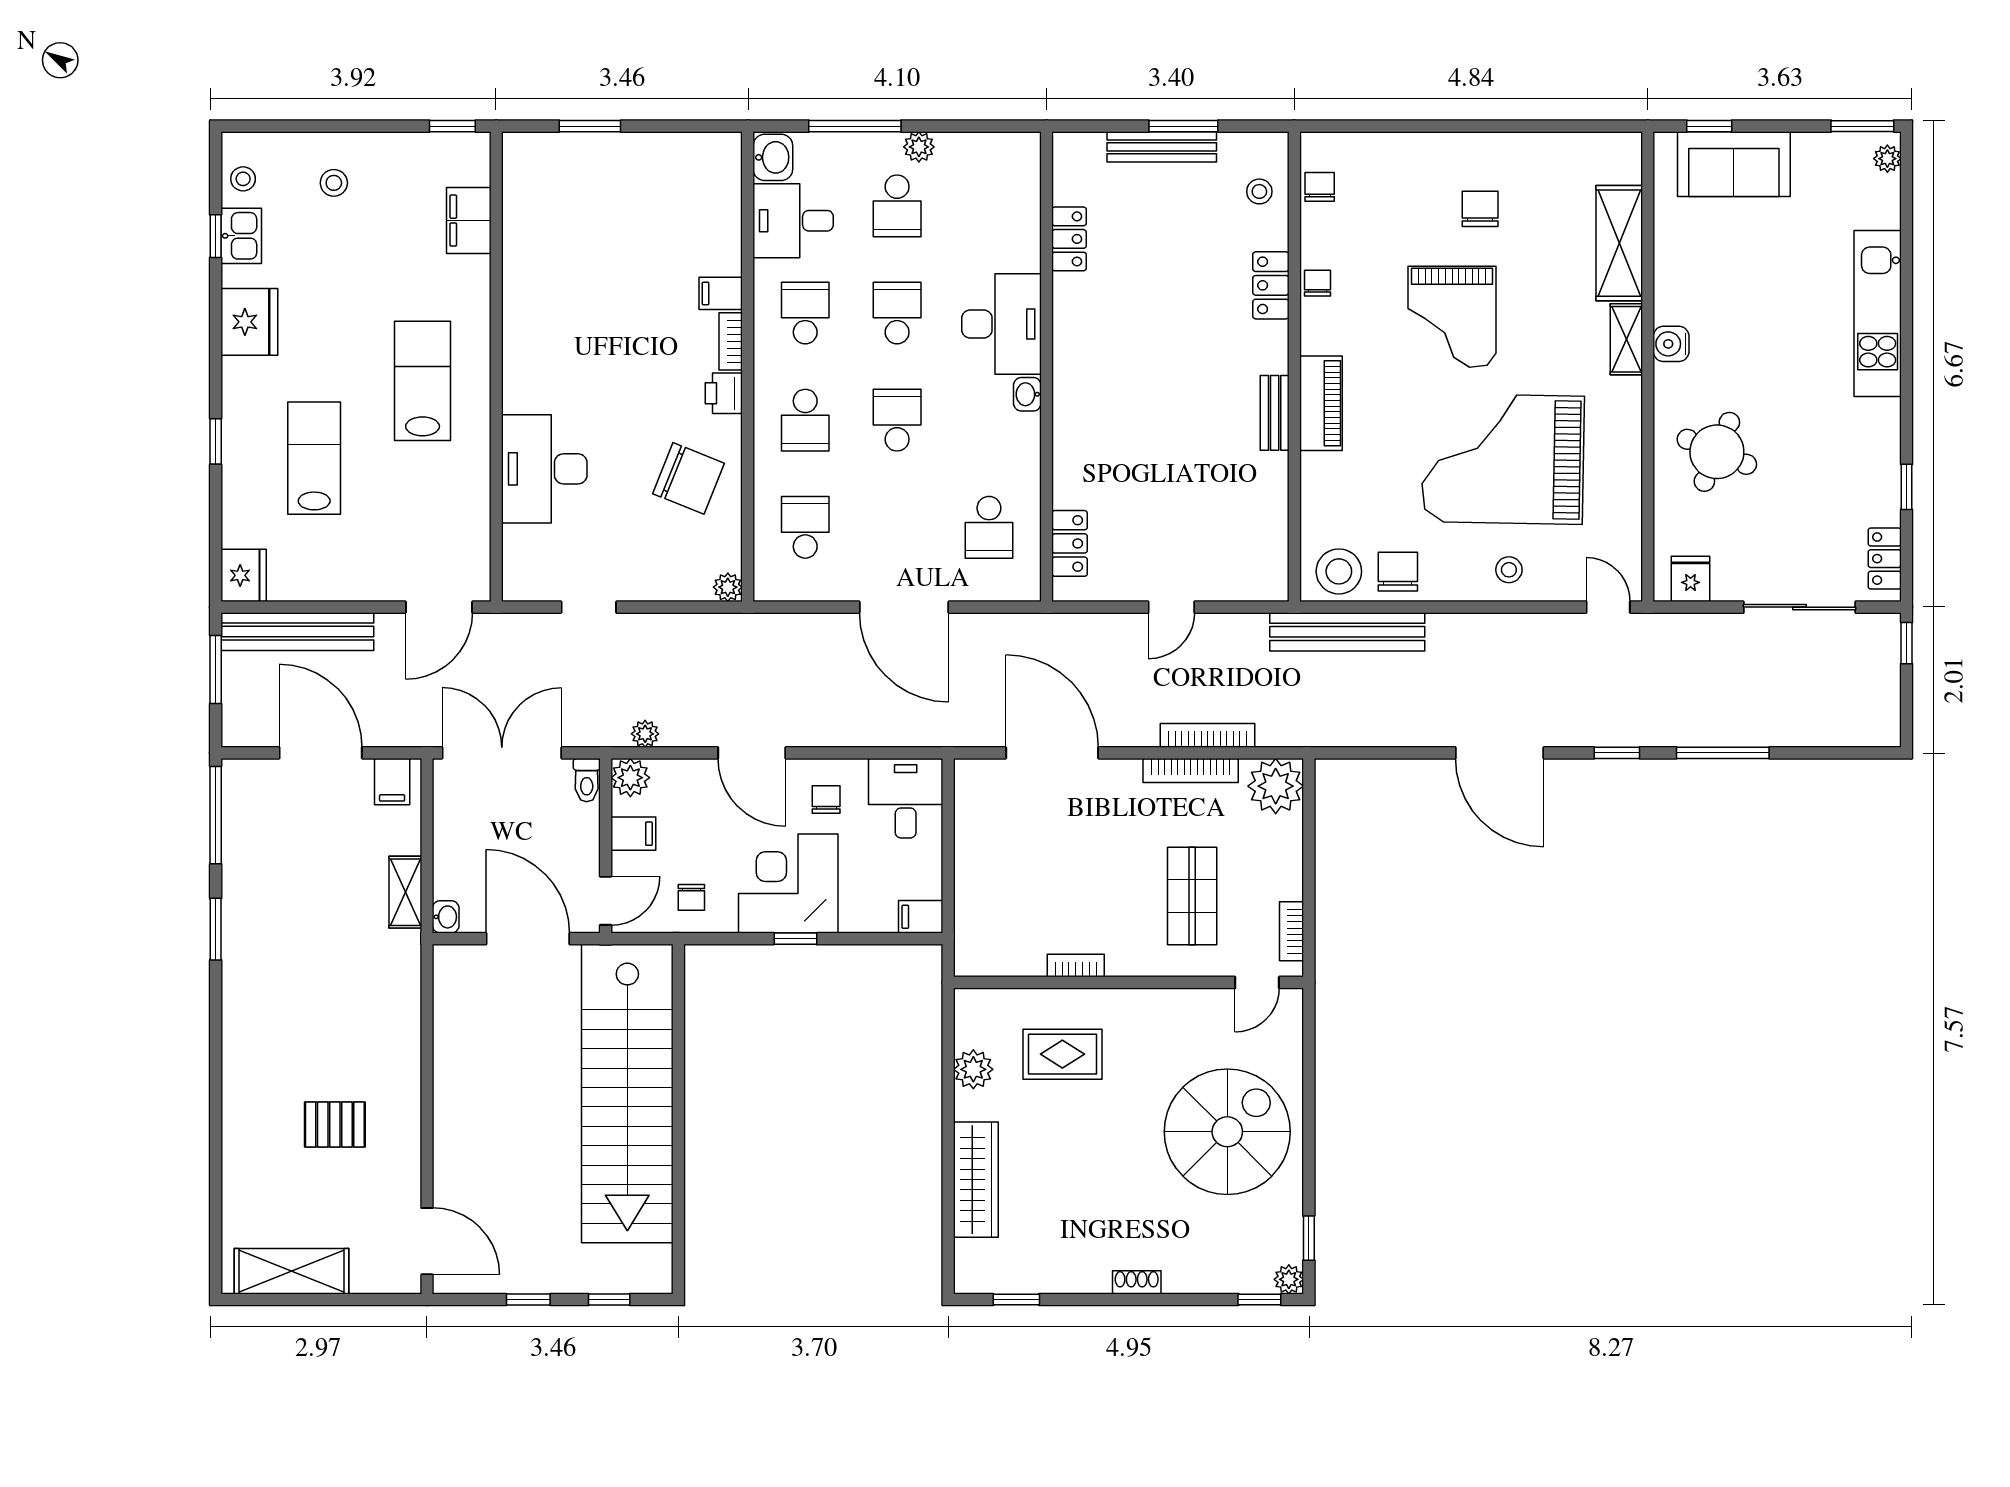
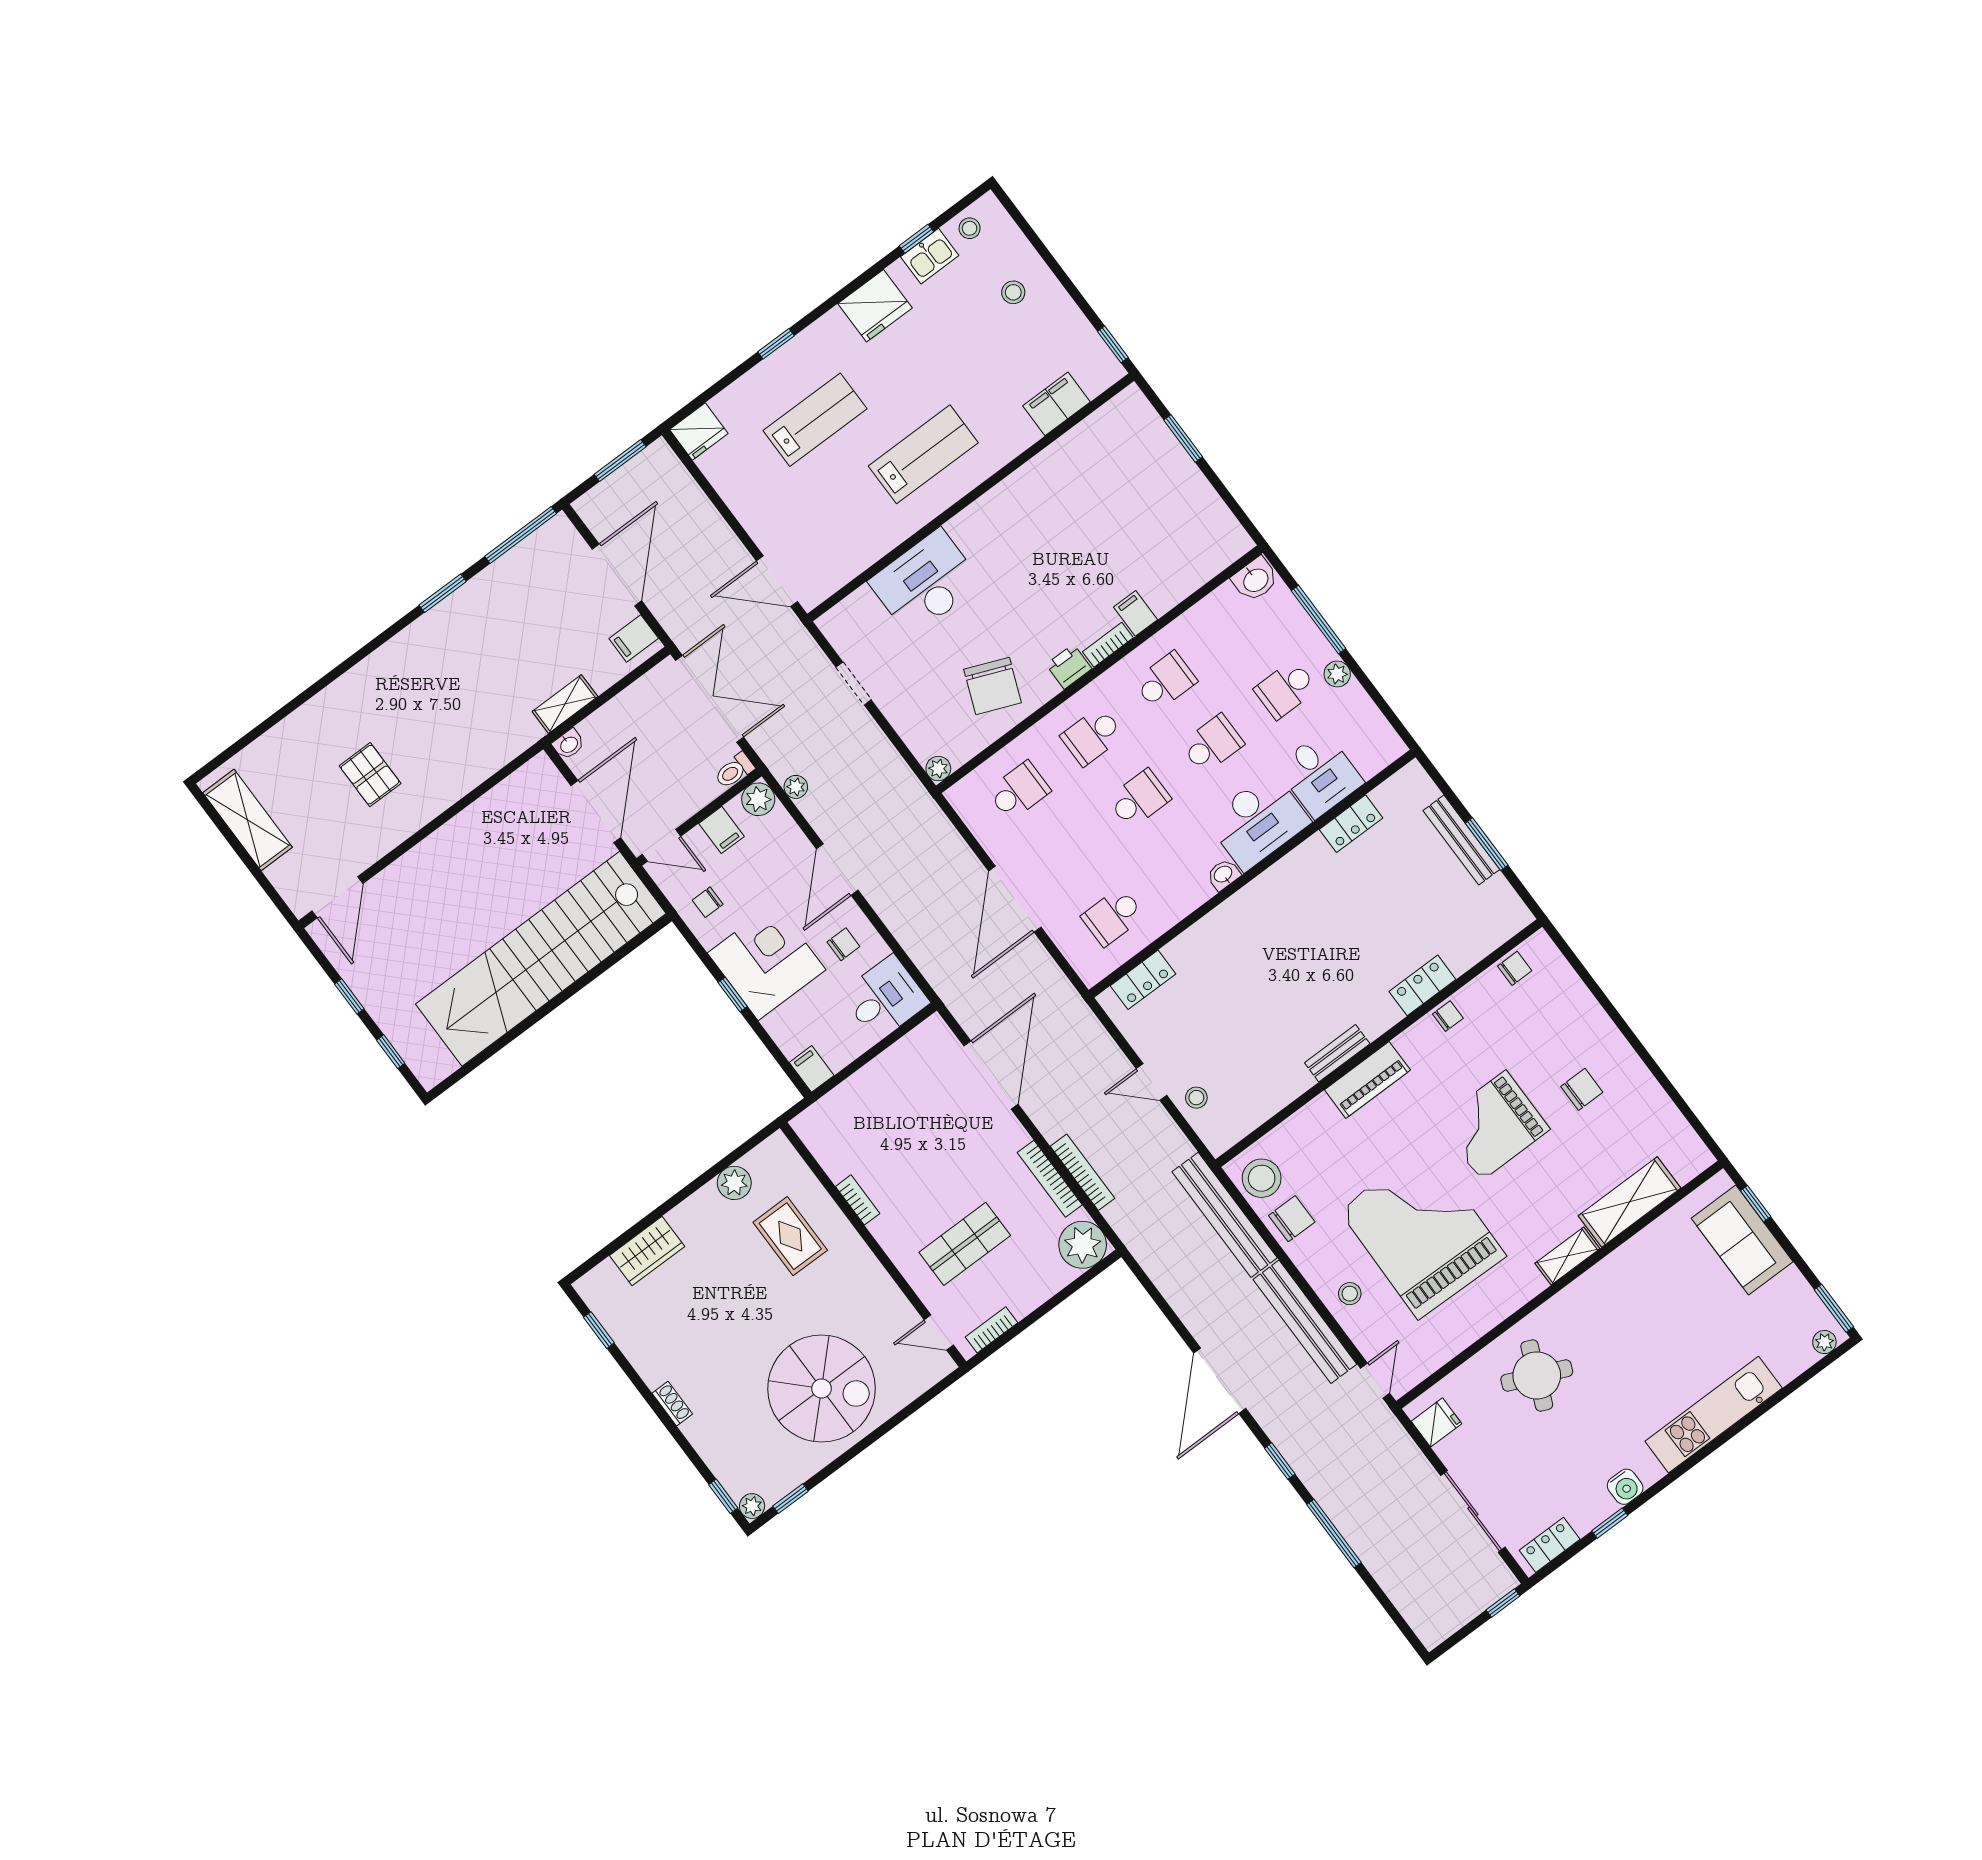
stool: (1259, 191) -> (1196, 1098), moved
desk: (793, 221) -> (1320, 774), moved, turned 180
water cooler: (1671, 344) -> (1625, 1487), moved, turned 180
bench: (297, 632) -> (1305, 1322), moved
wardrobe: (976, 1180) -> (647, 1251), width x0.67

